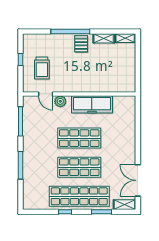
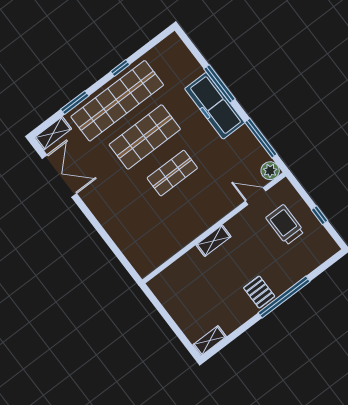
shelving: (104, 38) -> (213, 241), moved
plant: (60, 101) -> (270, 171), moved
freezer: (92, 104) -> (215, 106), moved, turned -90
shop shelf: (79, 138) -> (172, 173), width x0.70, depth x0.74

